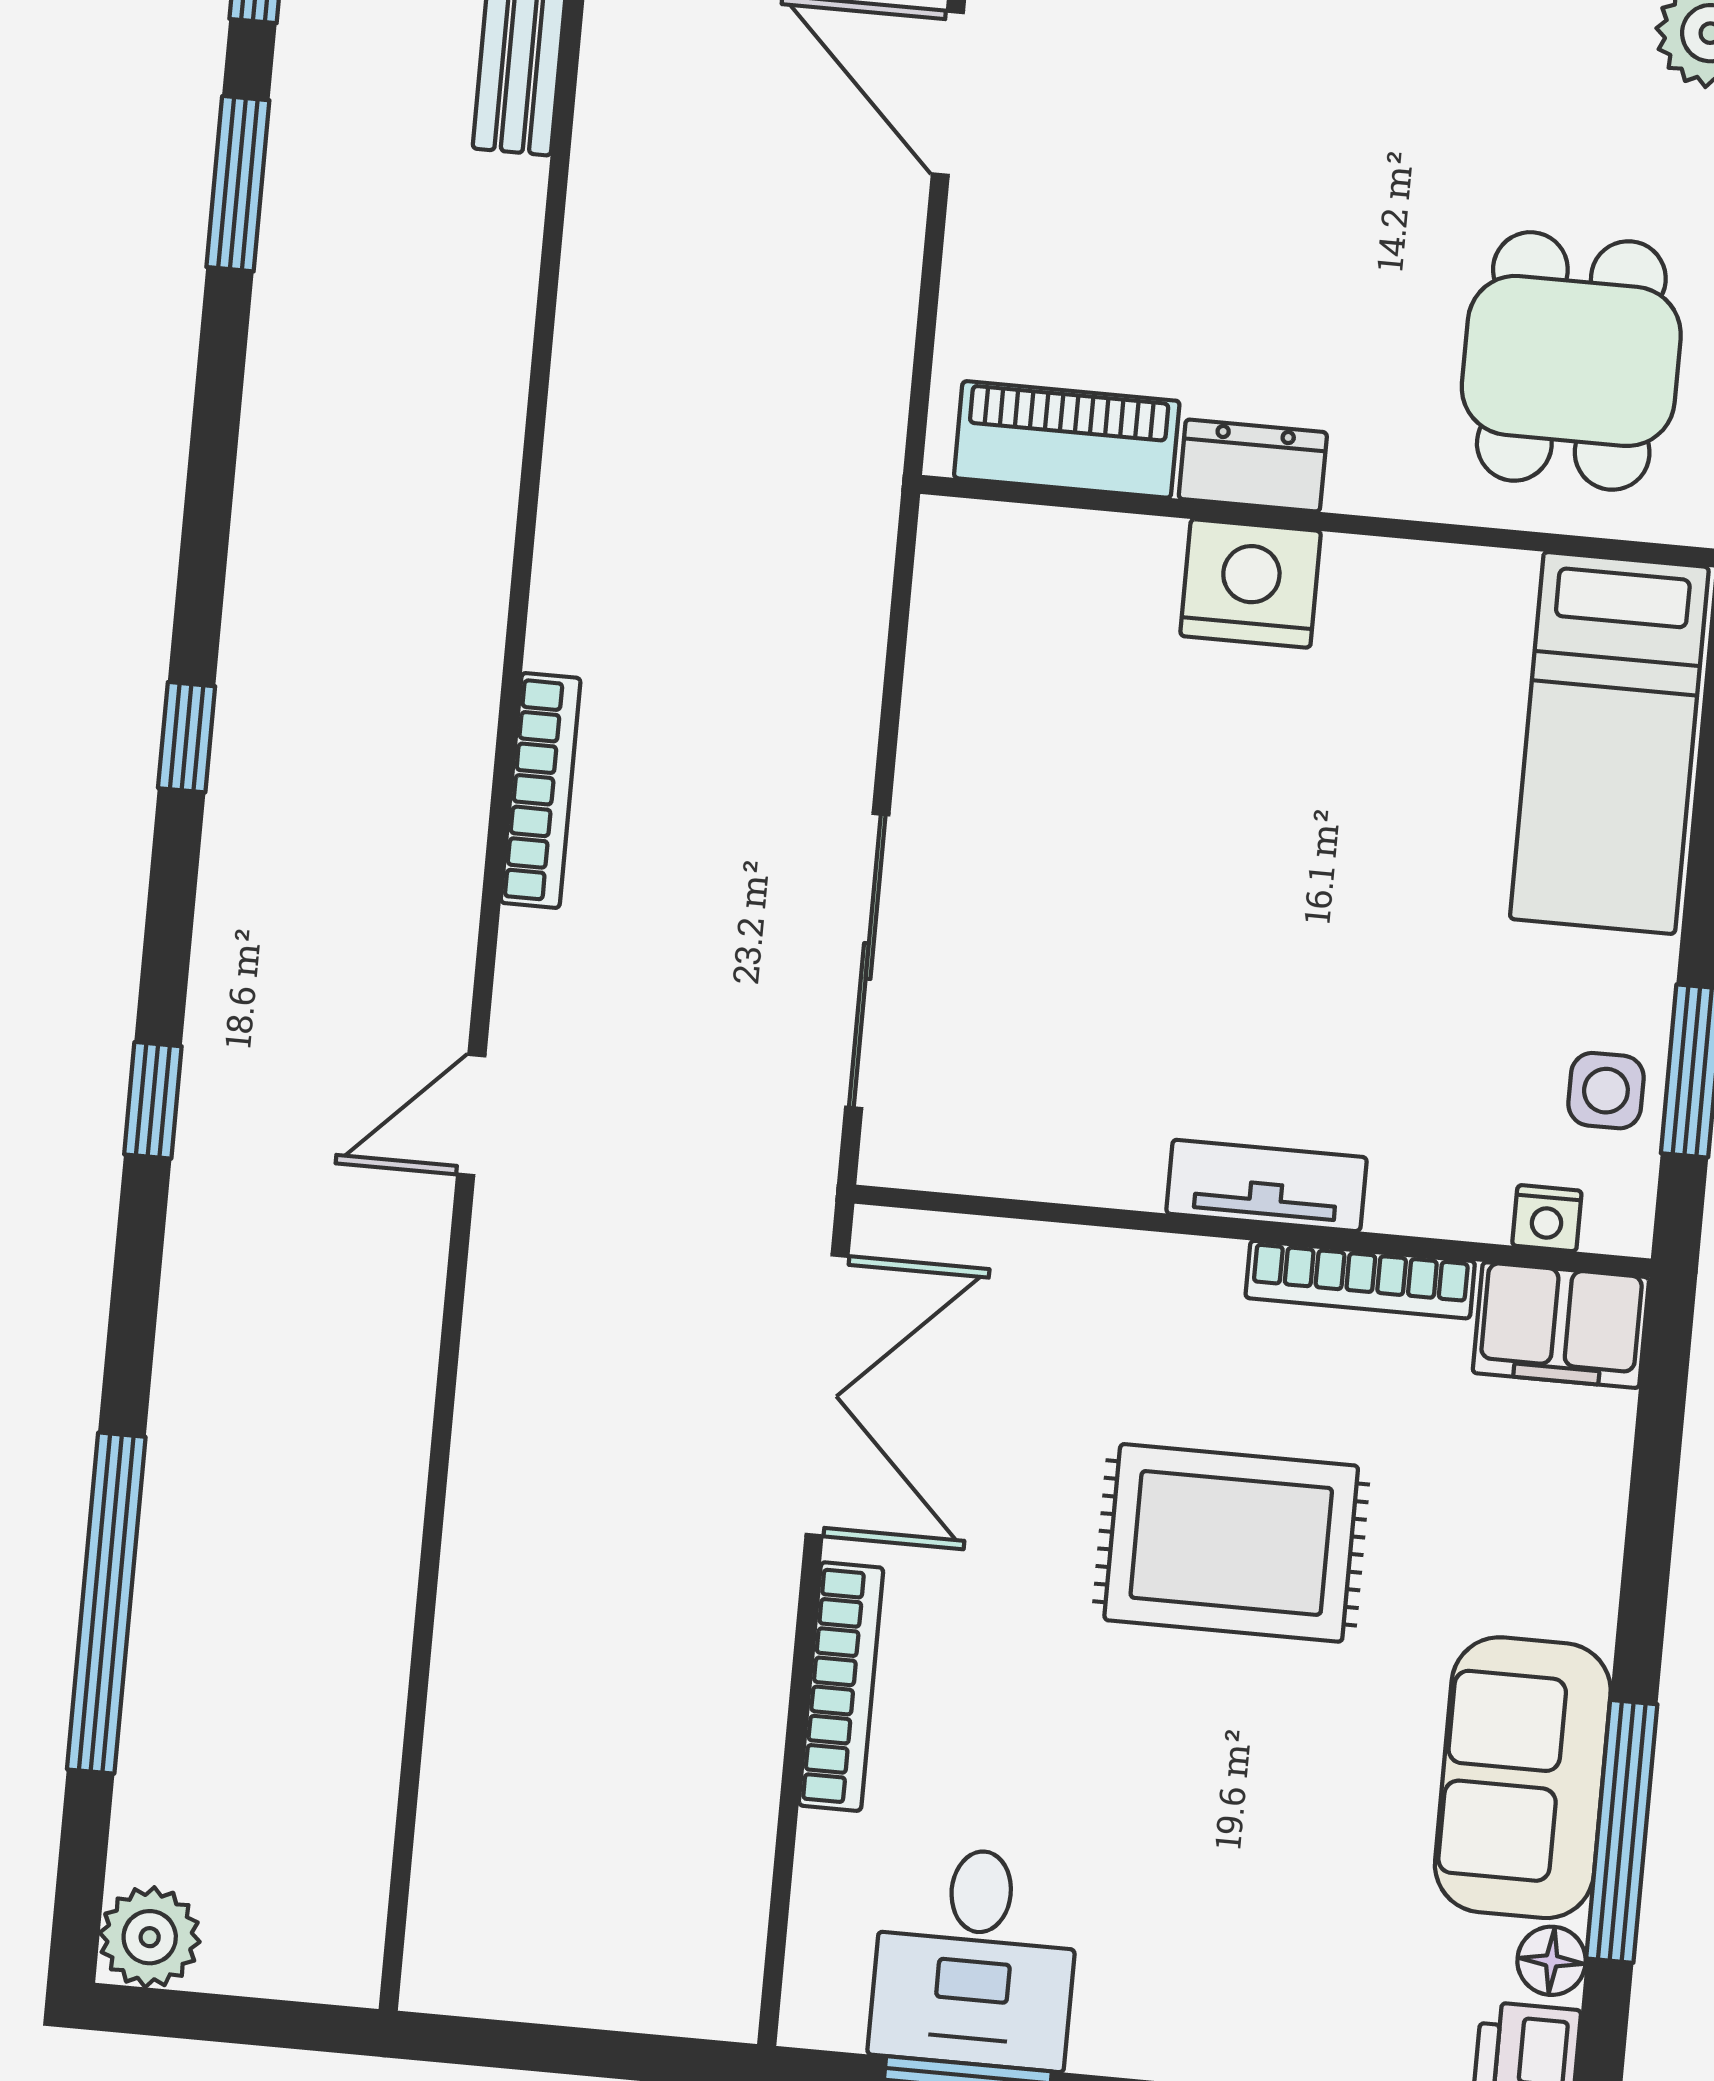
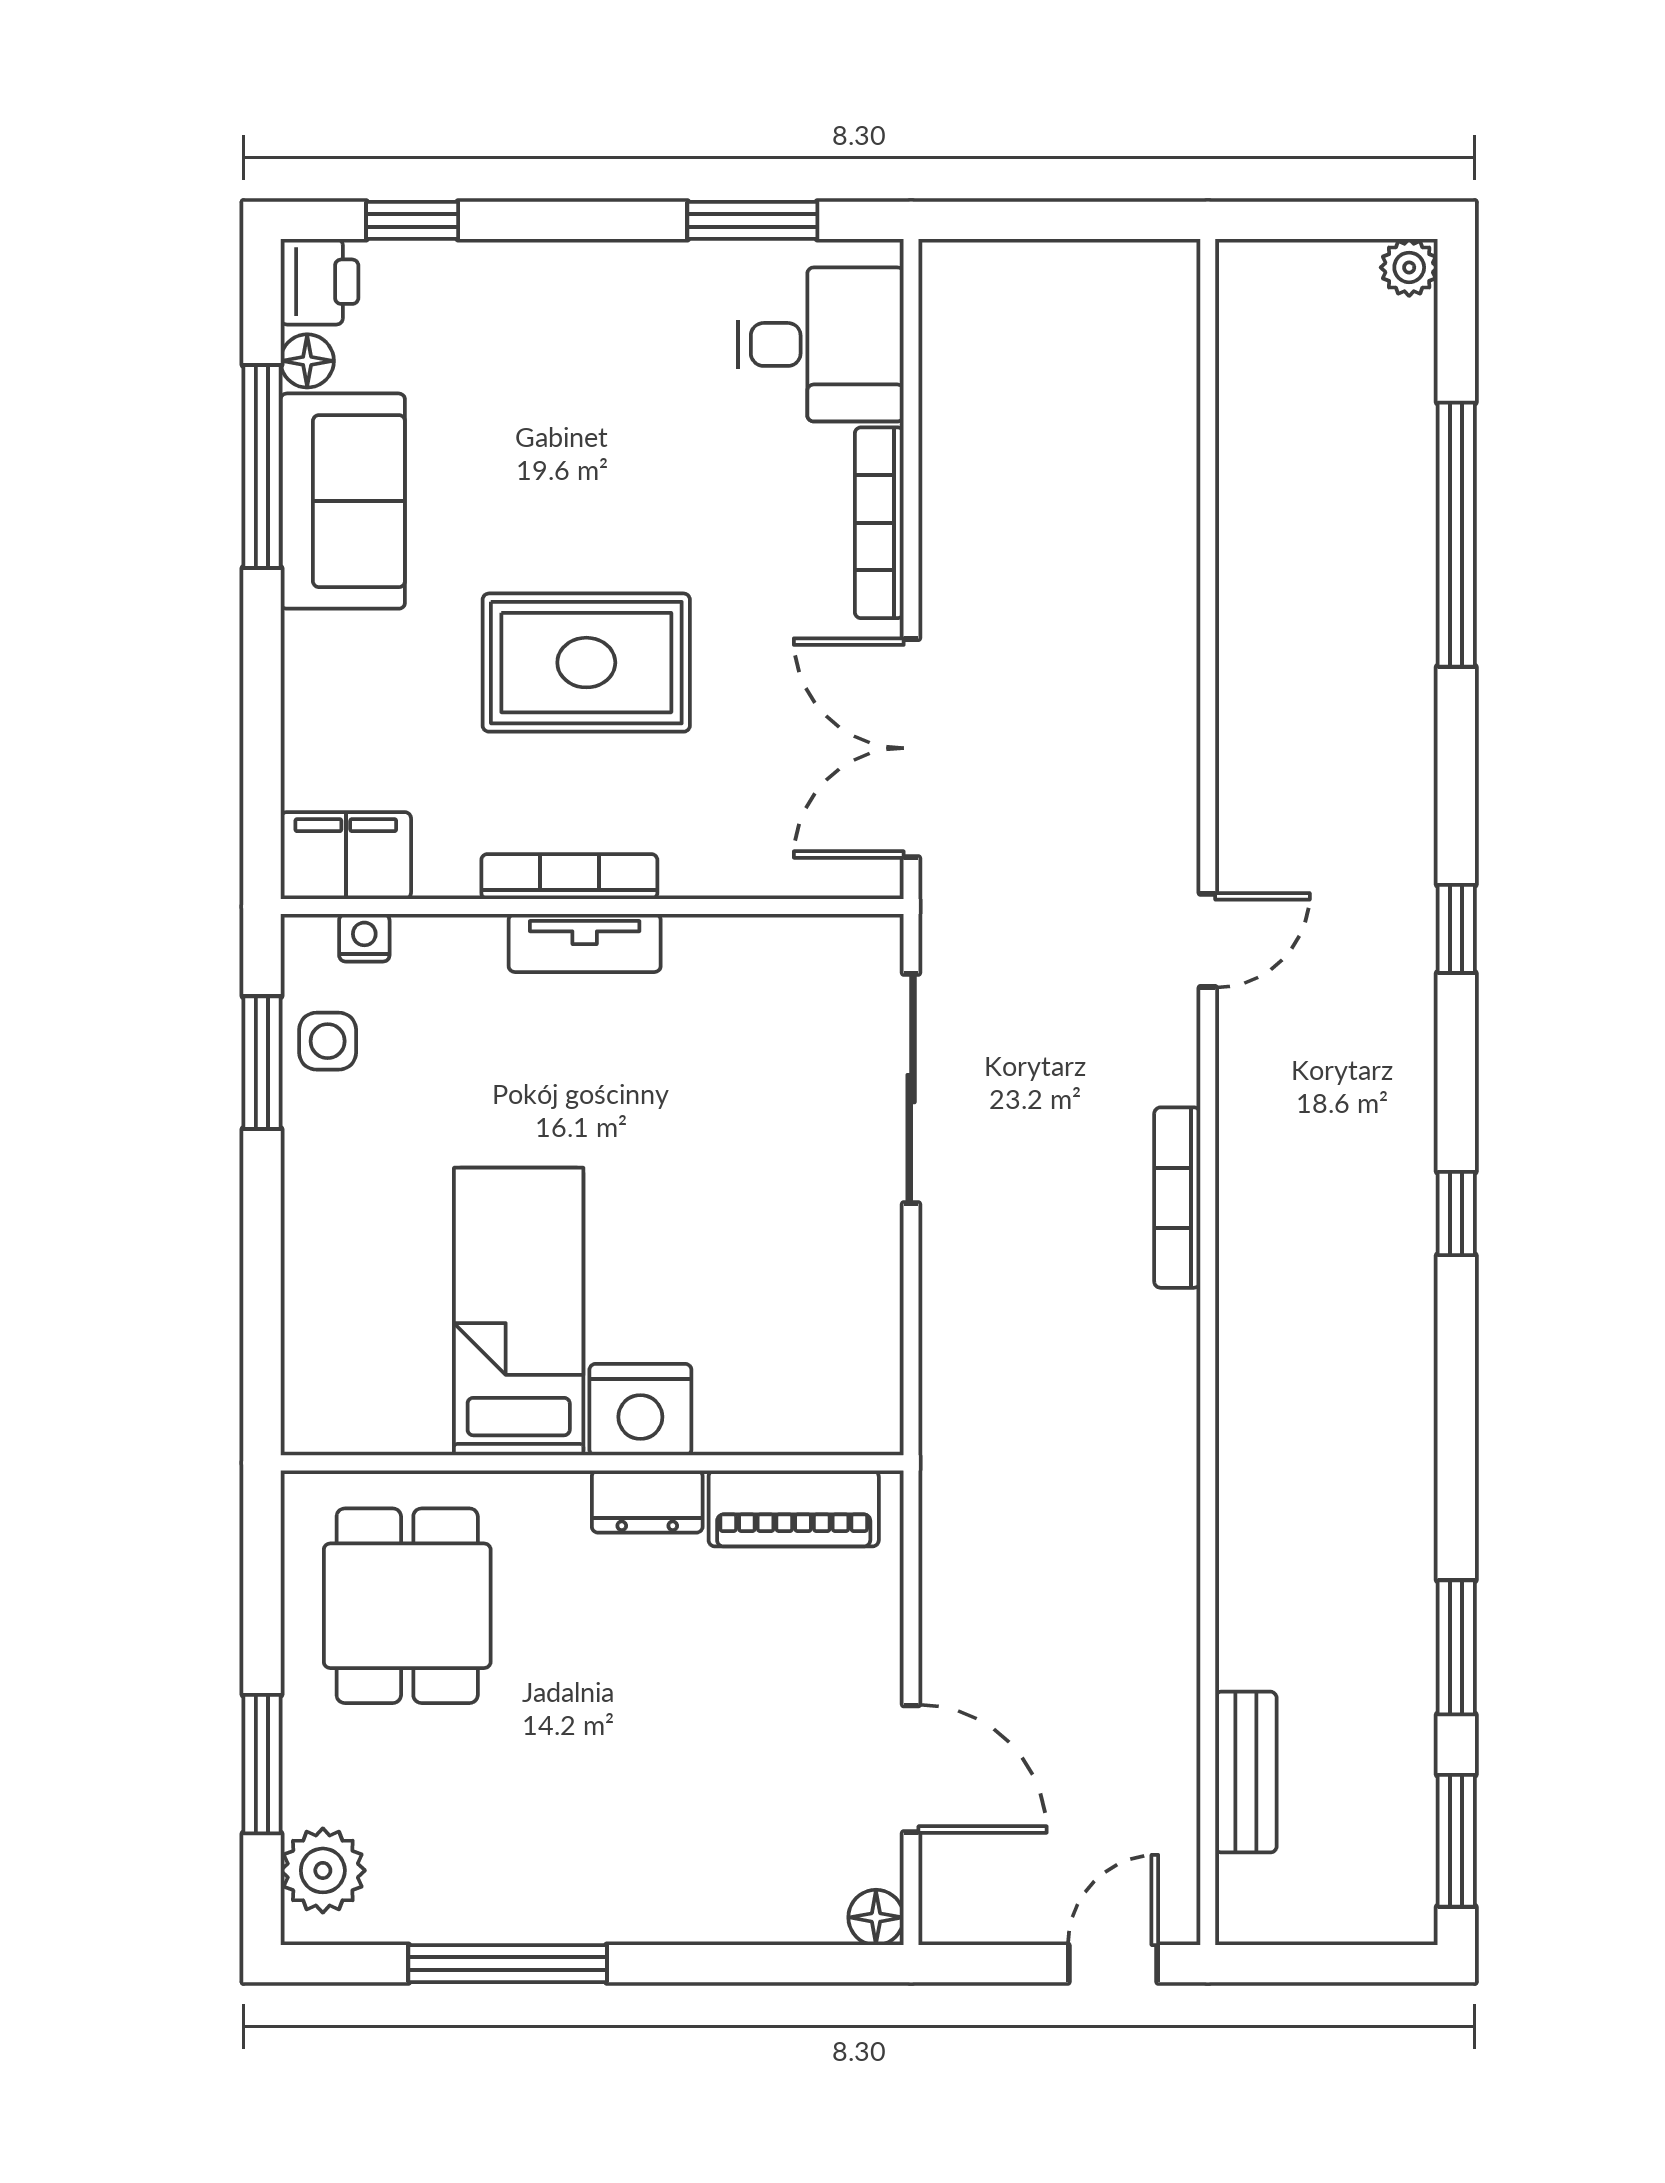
bed: (1609, 743) -> (519, 1312), moved
bookcase: (1360, 1280) -> (569, 877), moved
plant: (150, 1937) -> (1409, 267), width x0.73, depth x0.73
desk: (975, 1957) -> (821, 344), moved, turned 90

